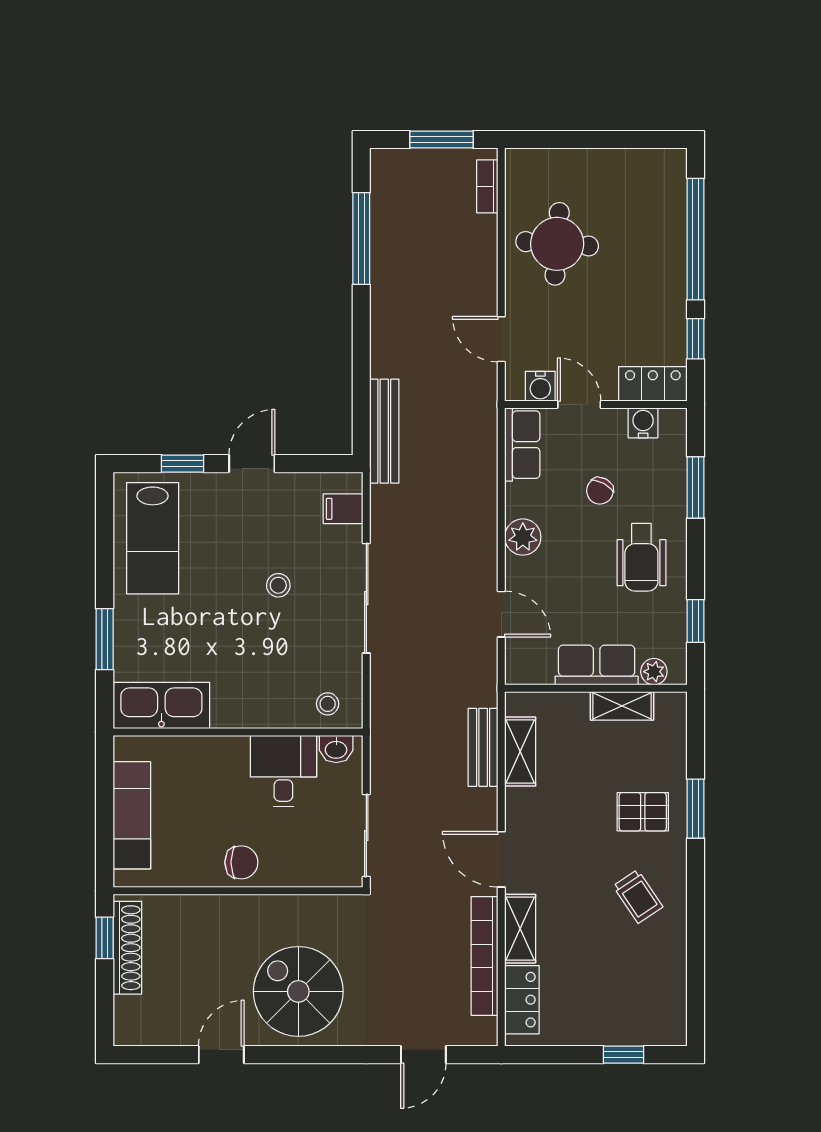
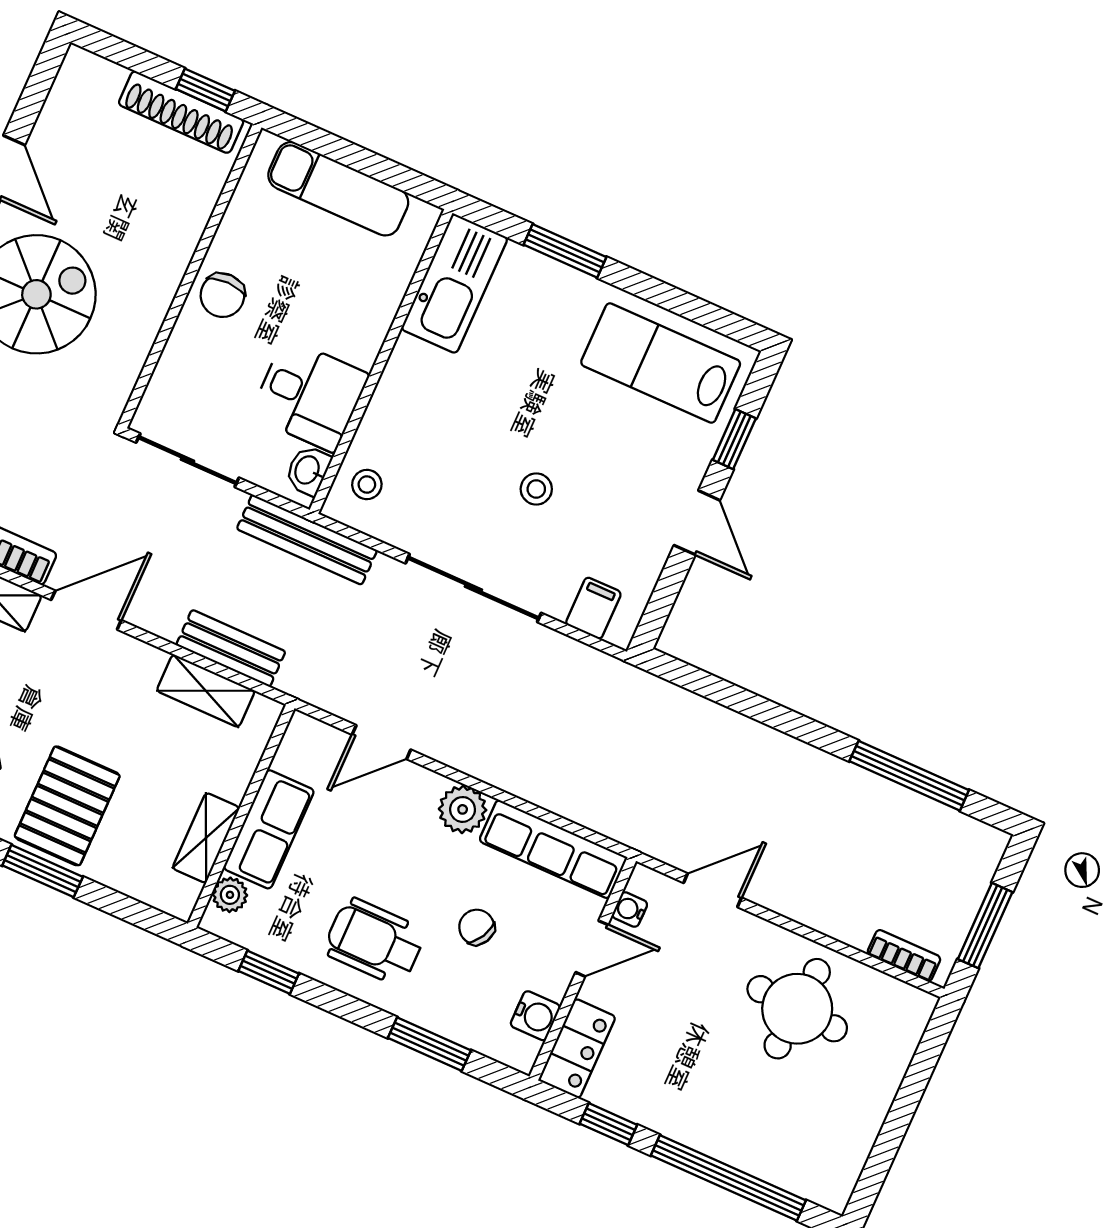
water cooler: (540, 386) -> (630, 909), width x0.72, depth x0.72
bench: (384, 431) -> (307, 540), moved
row of seats: (522, 445) -> (553, 849), width x1.48
pallet: (643, 812) -> (67, 806), width x1.50, depth x1.42

